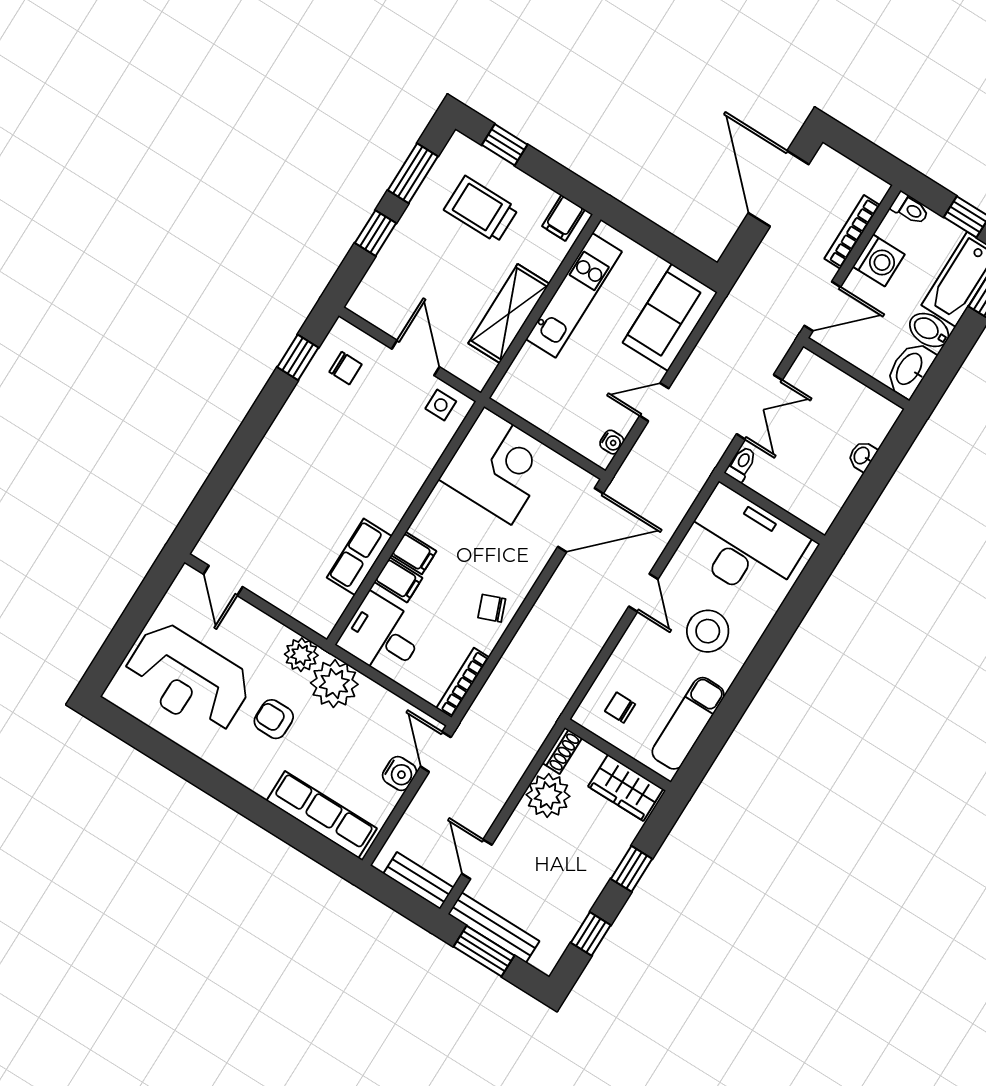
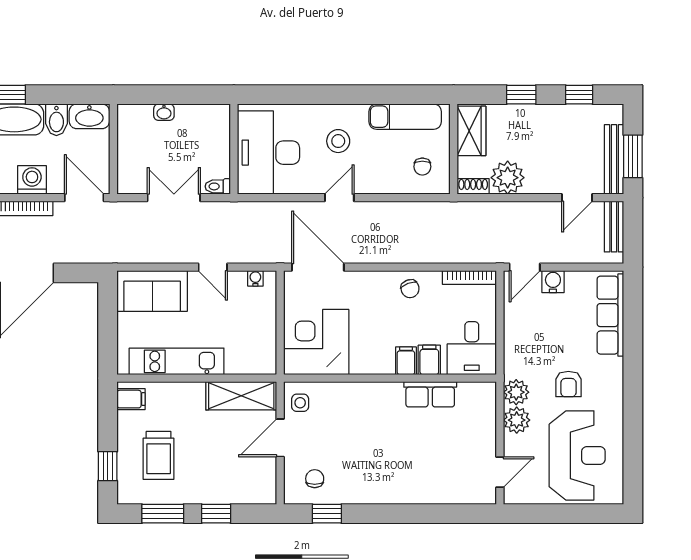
shelving: (509, 314) -> (241, 396), moved
stool: (708, 631) -> (338, 141), width x0.73, depth x0.73
plant: (334, 684) -> (517, 420), moved, width x0.73, depth x0.73

